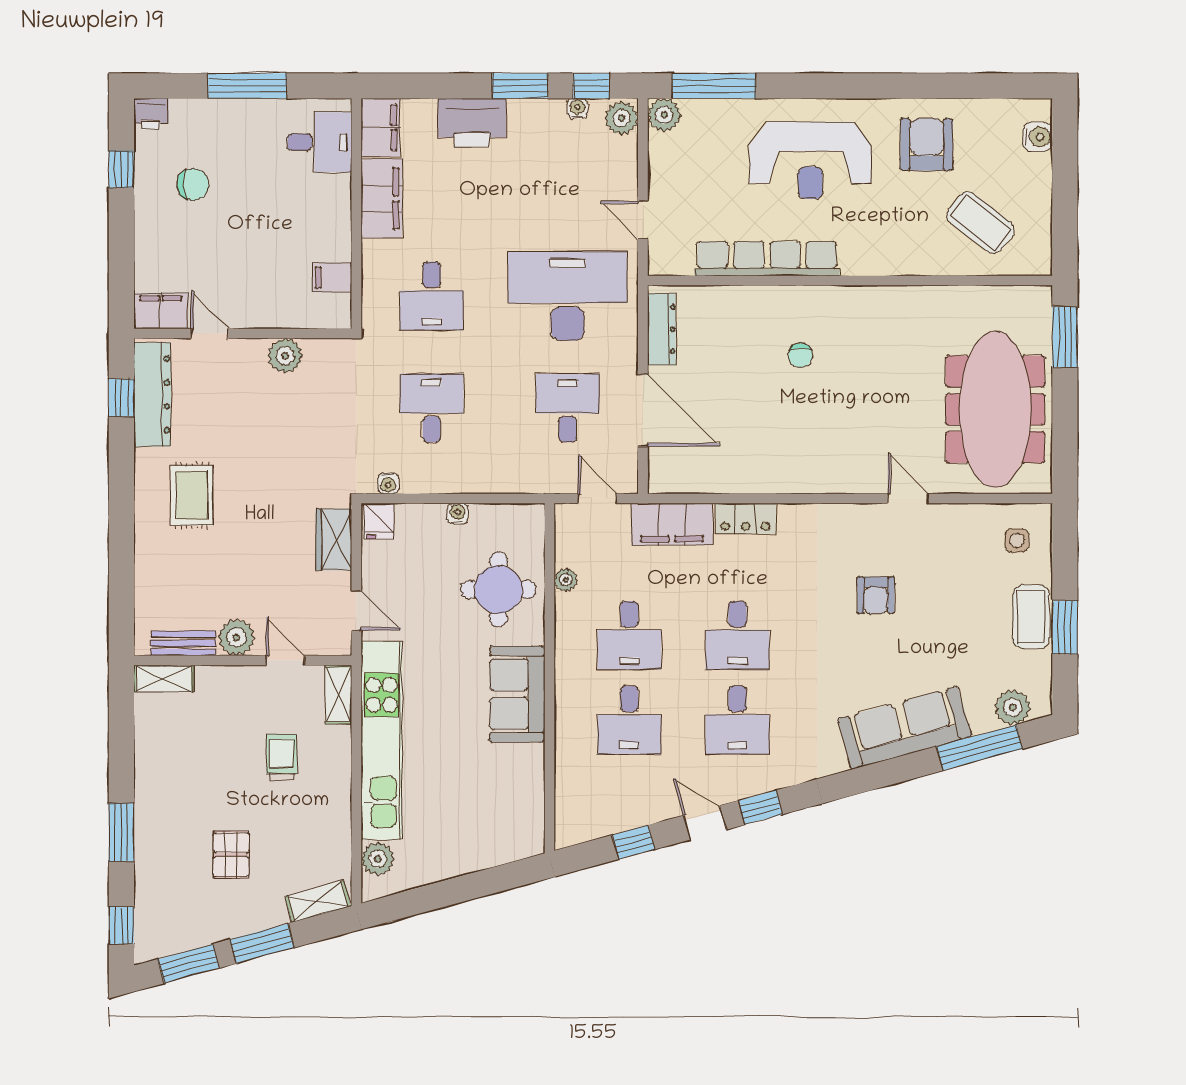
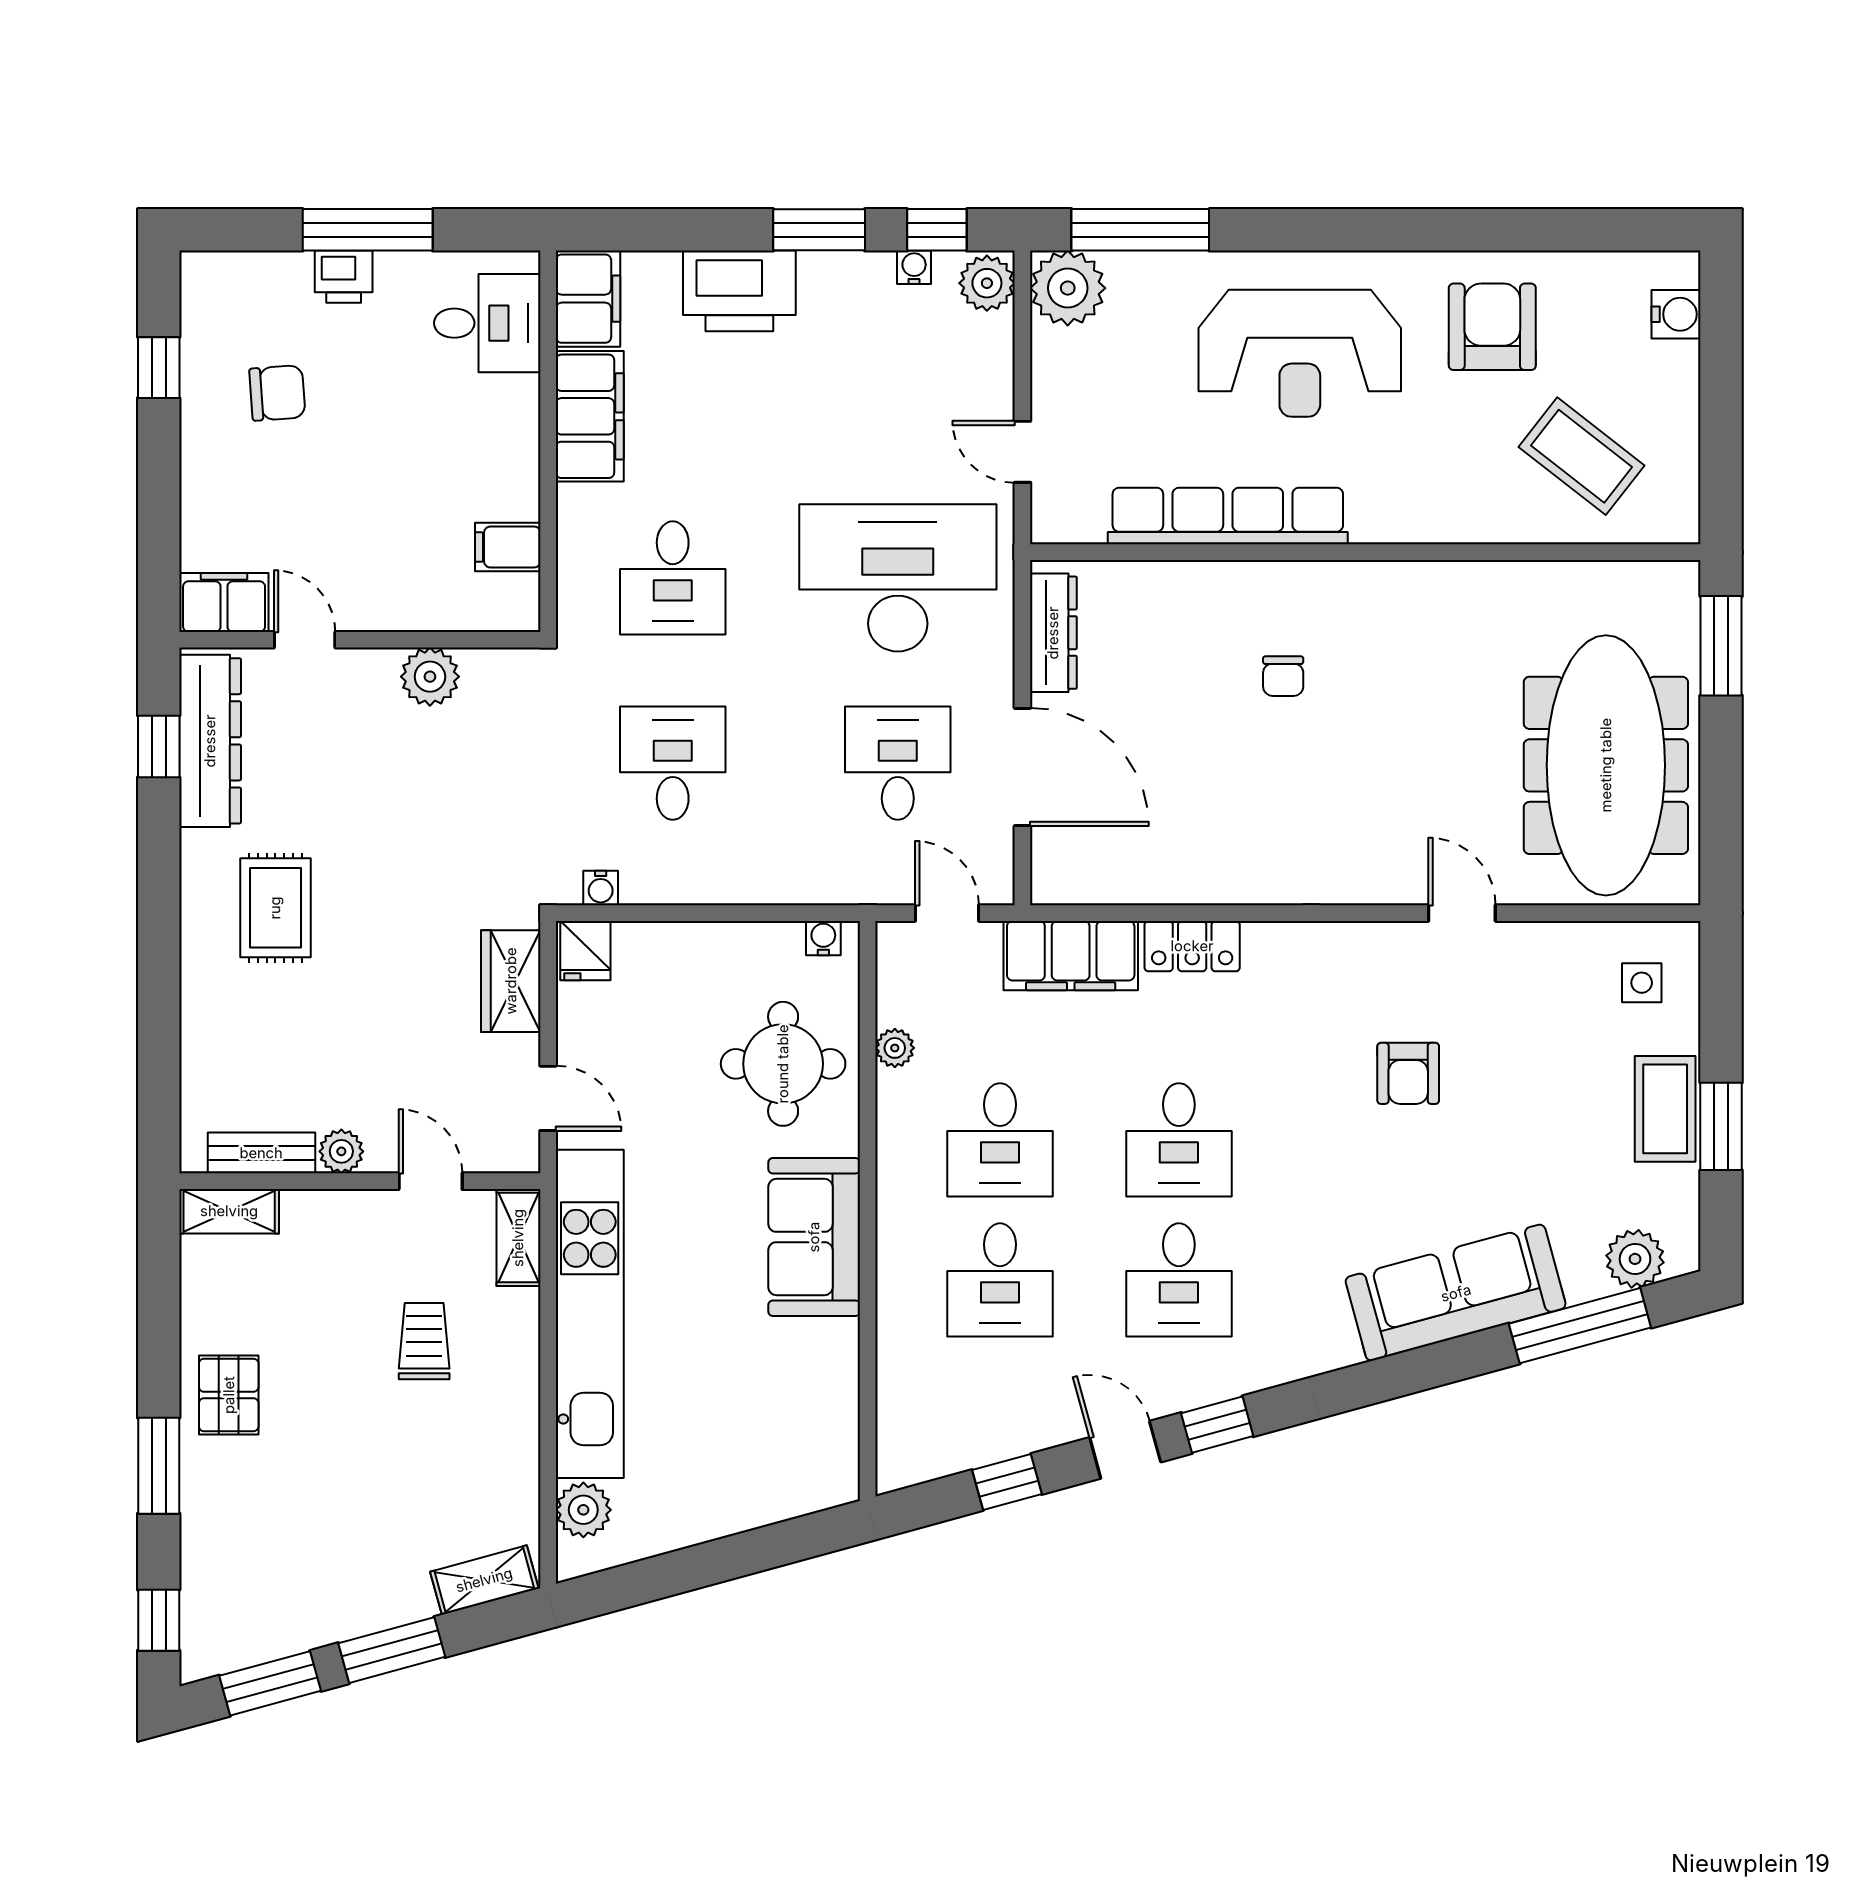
printer: (151, 114) -> (344, 277), moved
plant: (664, 115) -> (1068, 288), width x1.36, depth x1.36
water cooler: (458, 514) -> (823, 938), moved
plant: (237, 637) -> (341, 1151), width x0.73, depth x0.73
pallet: (231, 855) -> (229, 1395), moved

